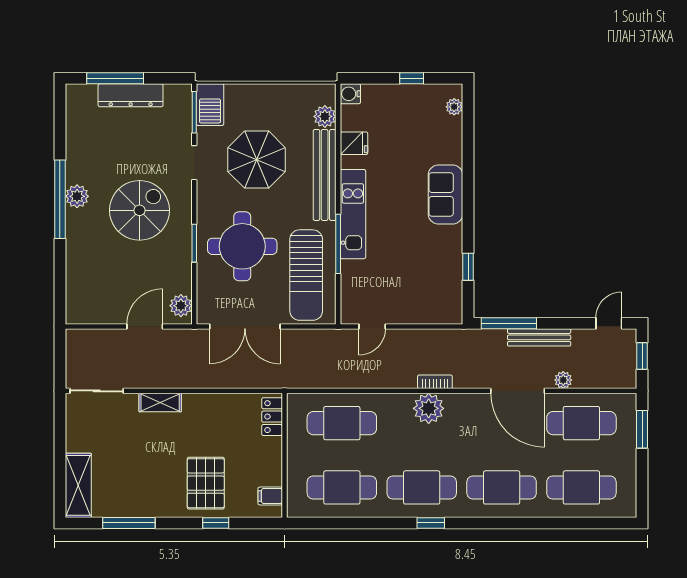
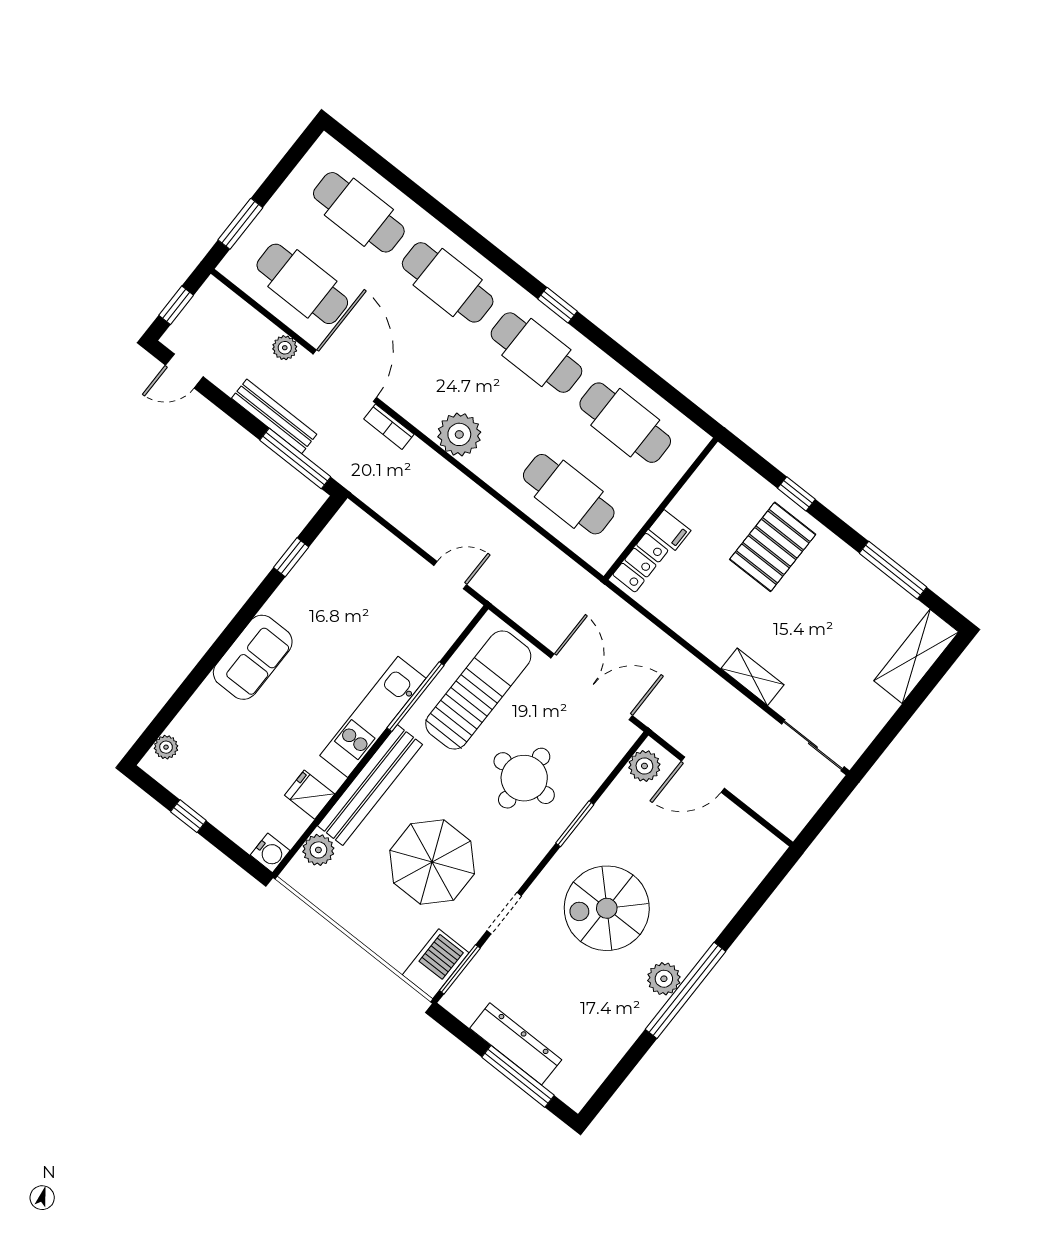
round table: (242, 246) -> (524, 778), width x0.73, depth x0.73
bookcase: (435, 382) -> (389, 427), moved
filing cabinet: (270, 496) -> (670, 530), moved

